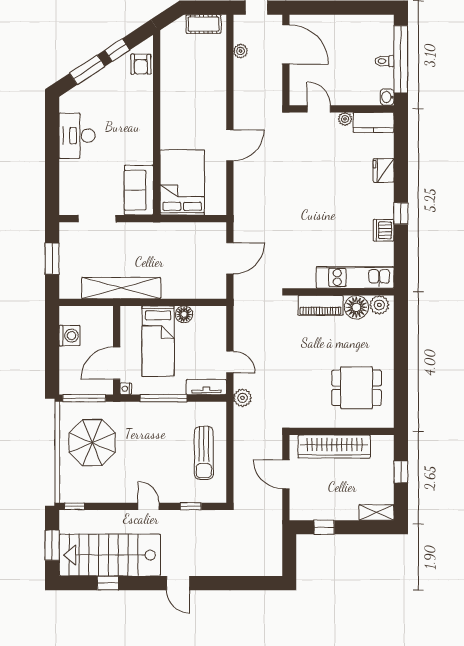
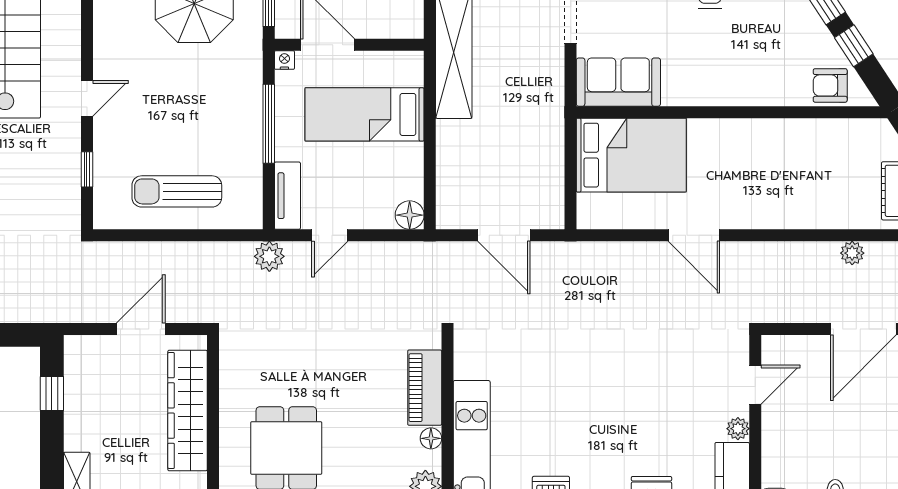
floor lamp: (356, 307) -> (431, 438), width x0.53, depth x0.53
floor lamp: (184, 314) -> (410, 215), moved

